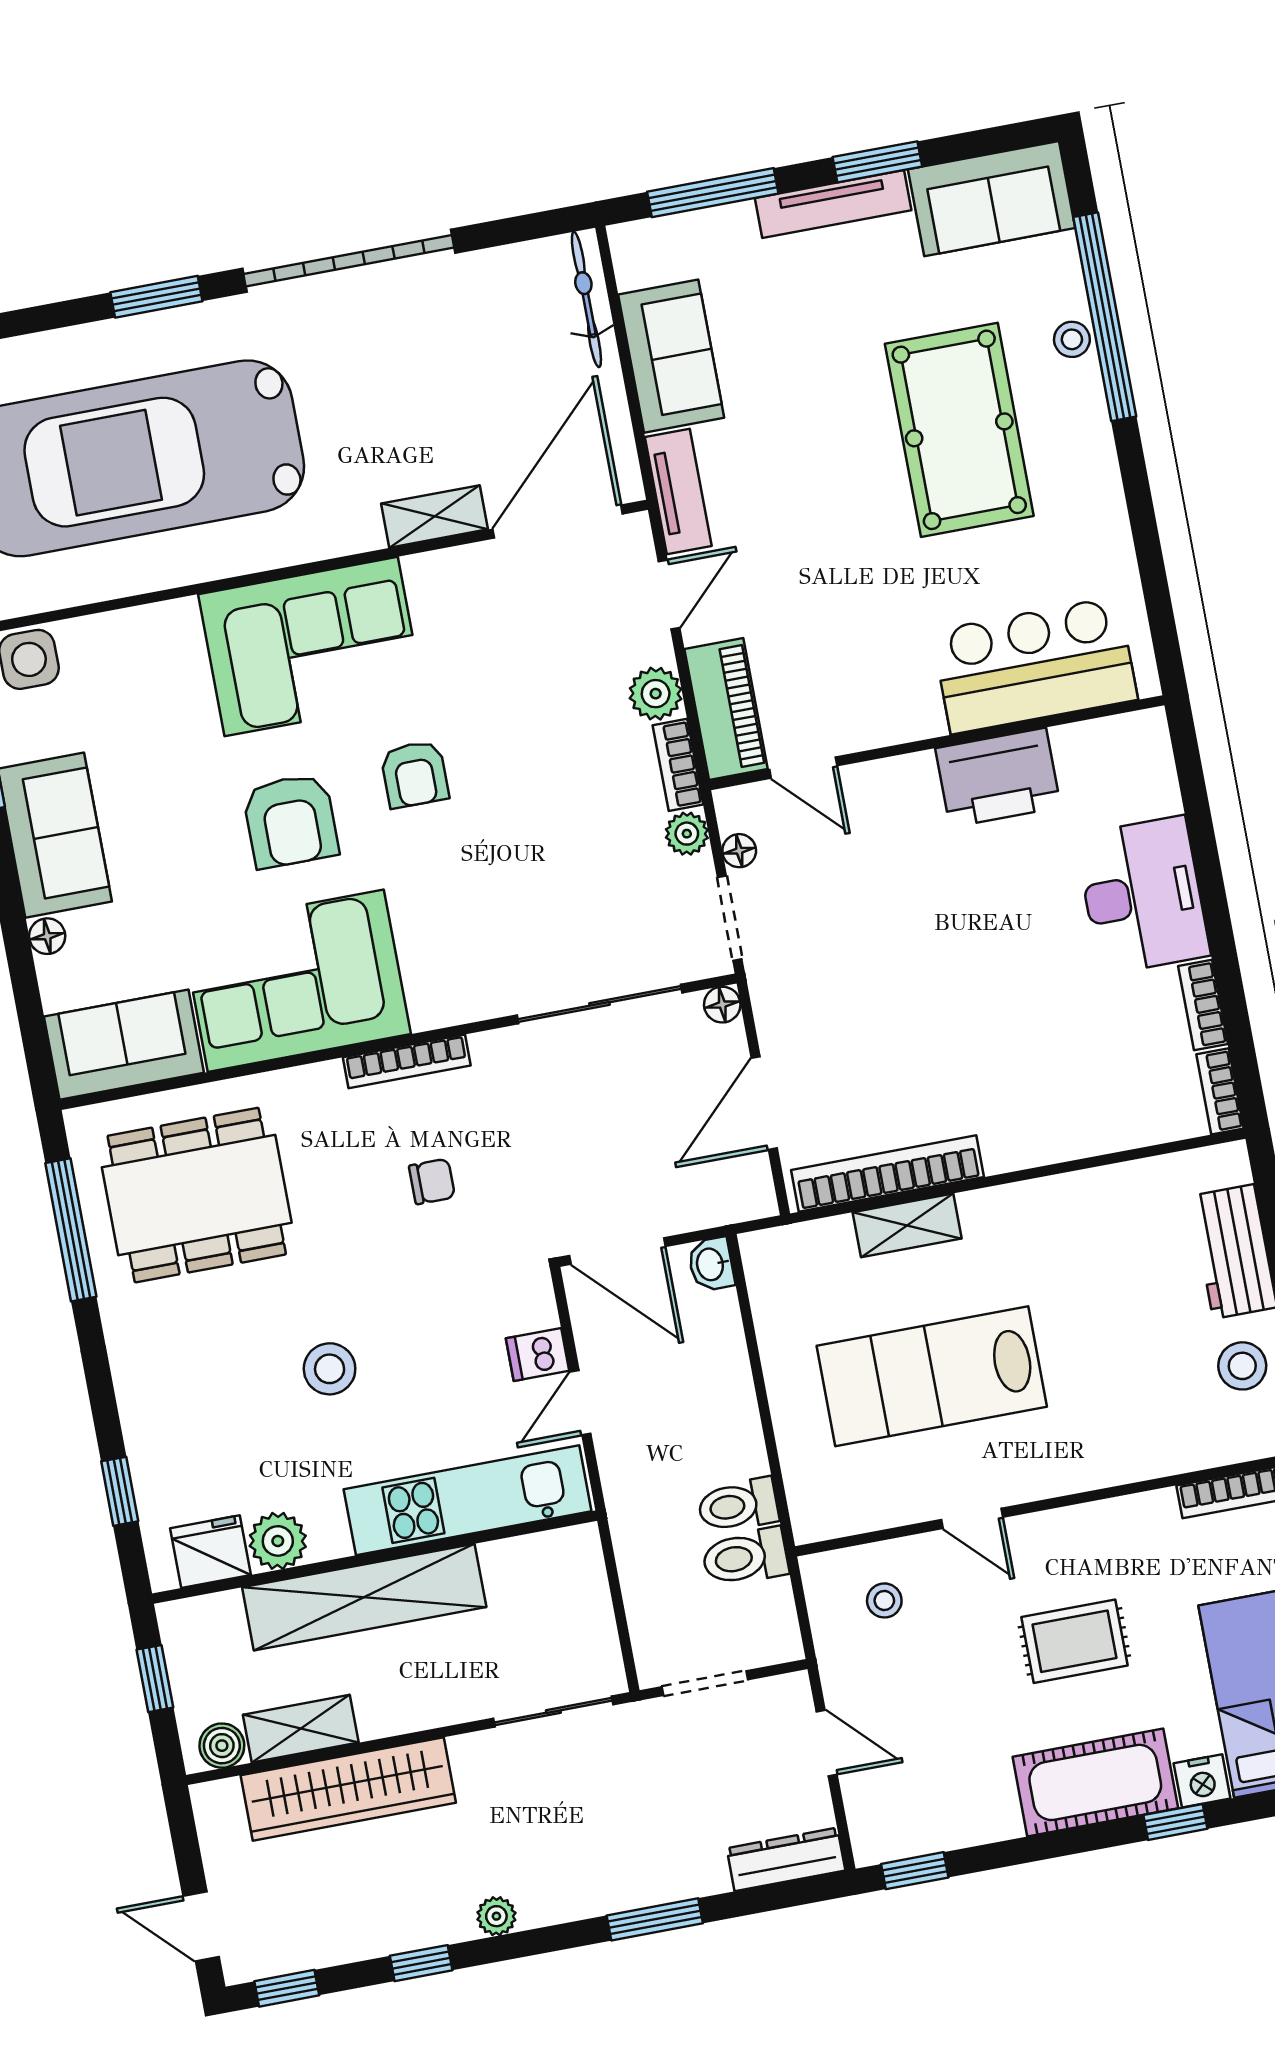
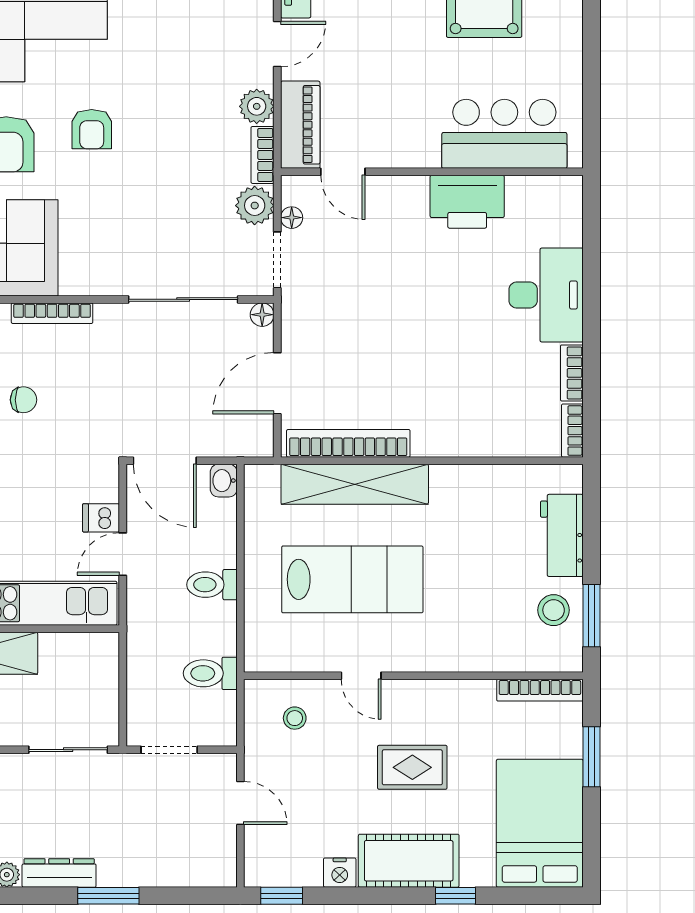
plant: (687, 834) -> (255, 206), width x1.38, depth x1.38
chair: (432, 1181) -> (23, 400), moved
shelving: (907, 1225) -> (355, 484), width x2.20, depth x1.33
lab bench: (932, 1376) -> (352, 579), turned 180
toilet: (738, 1505) -> (212, 585), moved
nightstand: (1202, 1781) -> (340, 873), moved
dresser: (786, 1859) -> (59, 873), moved

